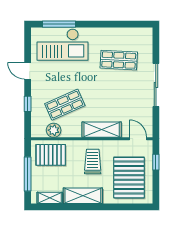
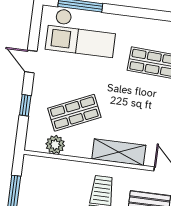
pallet: (51, 155) -> (47, 177), removed

